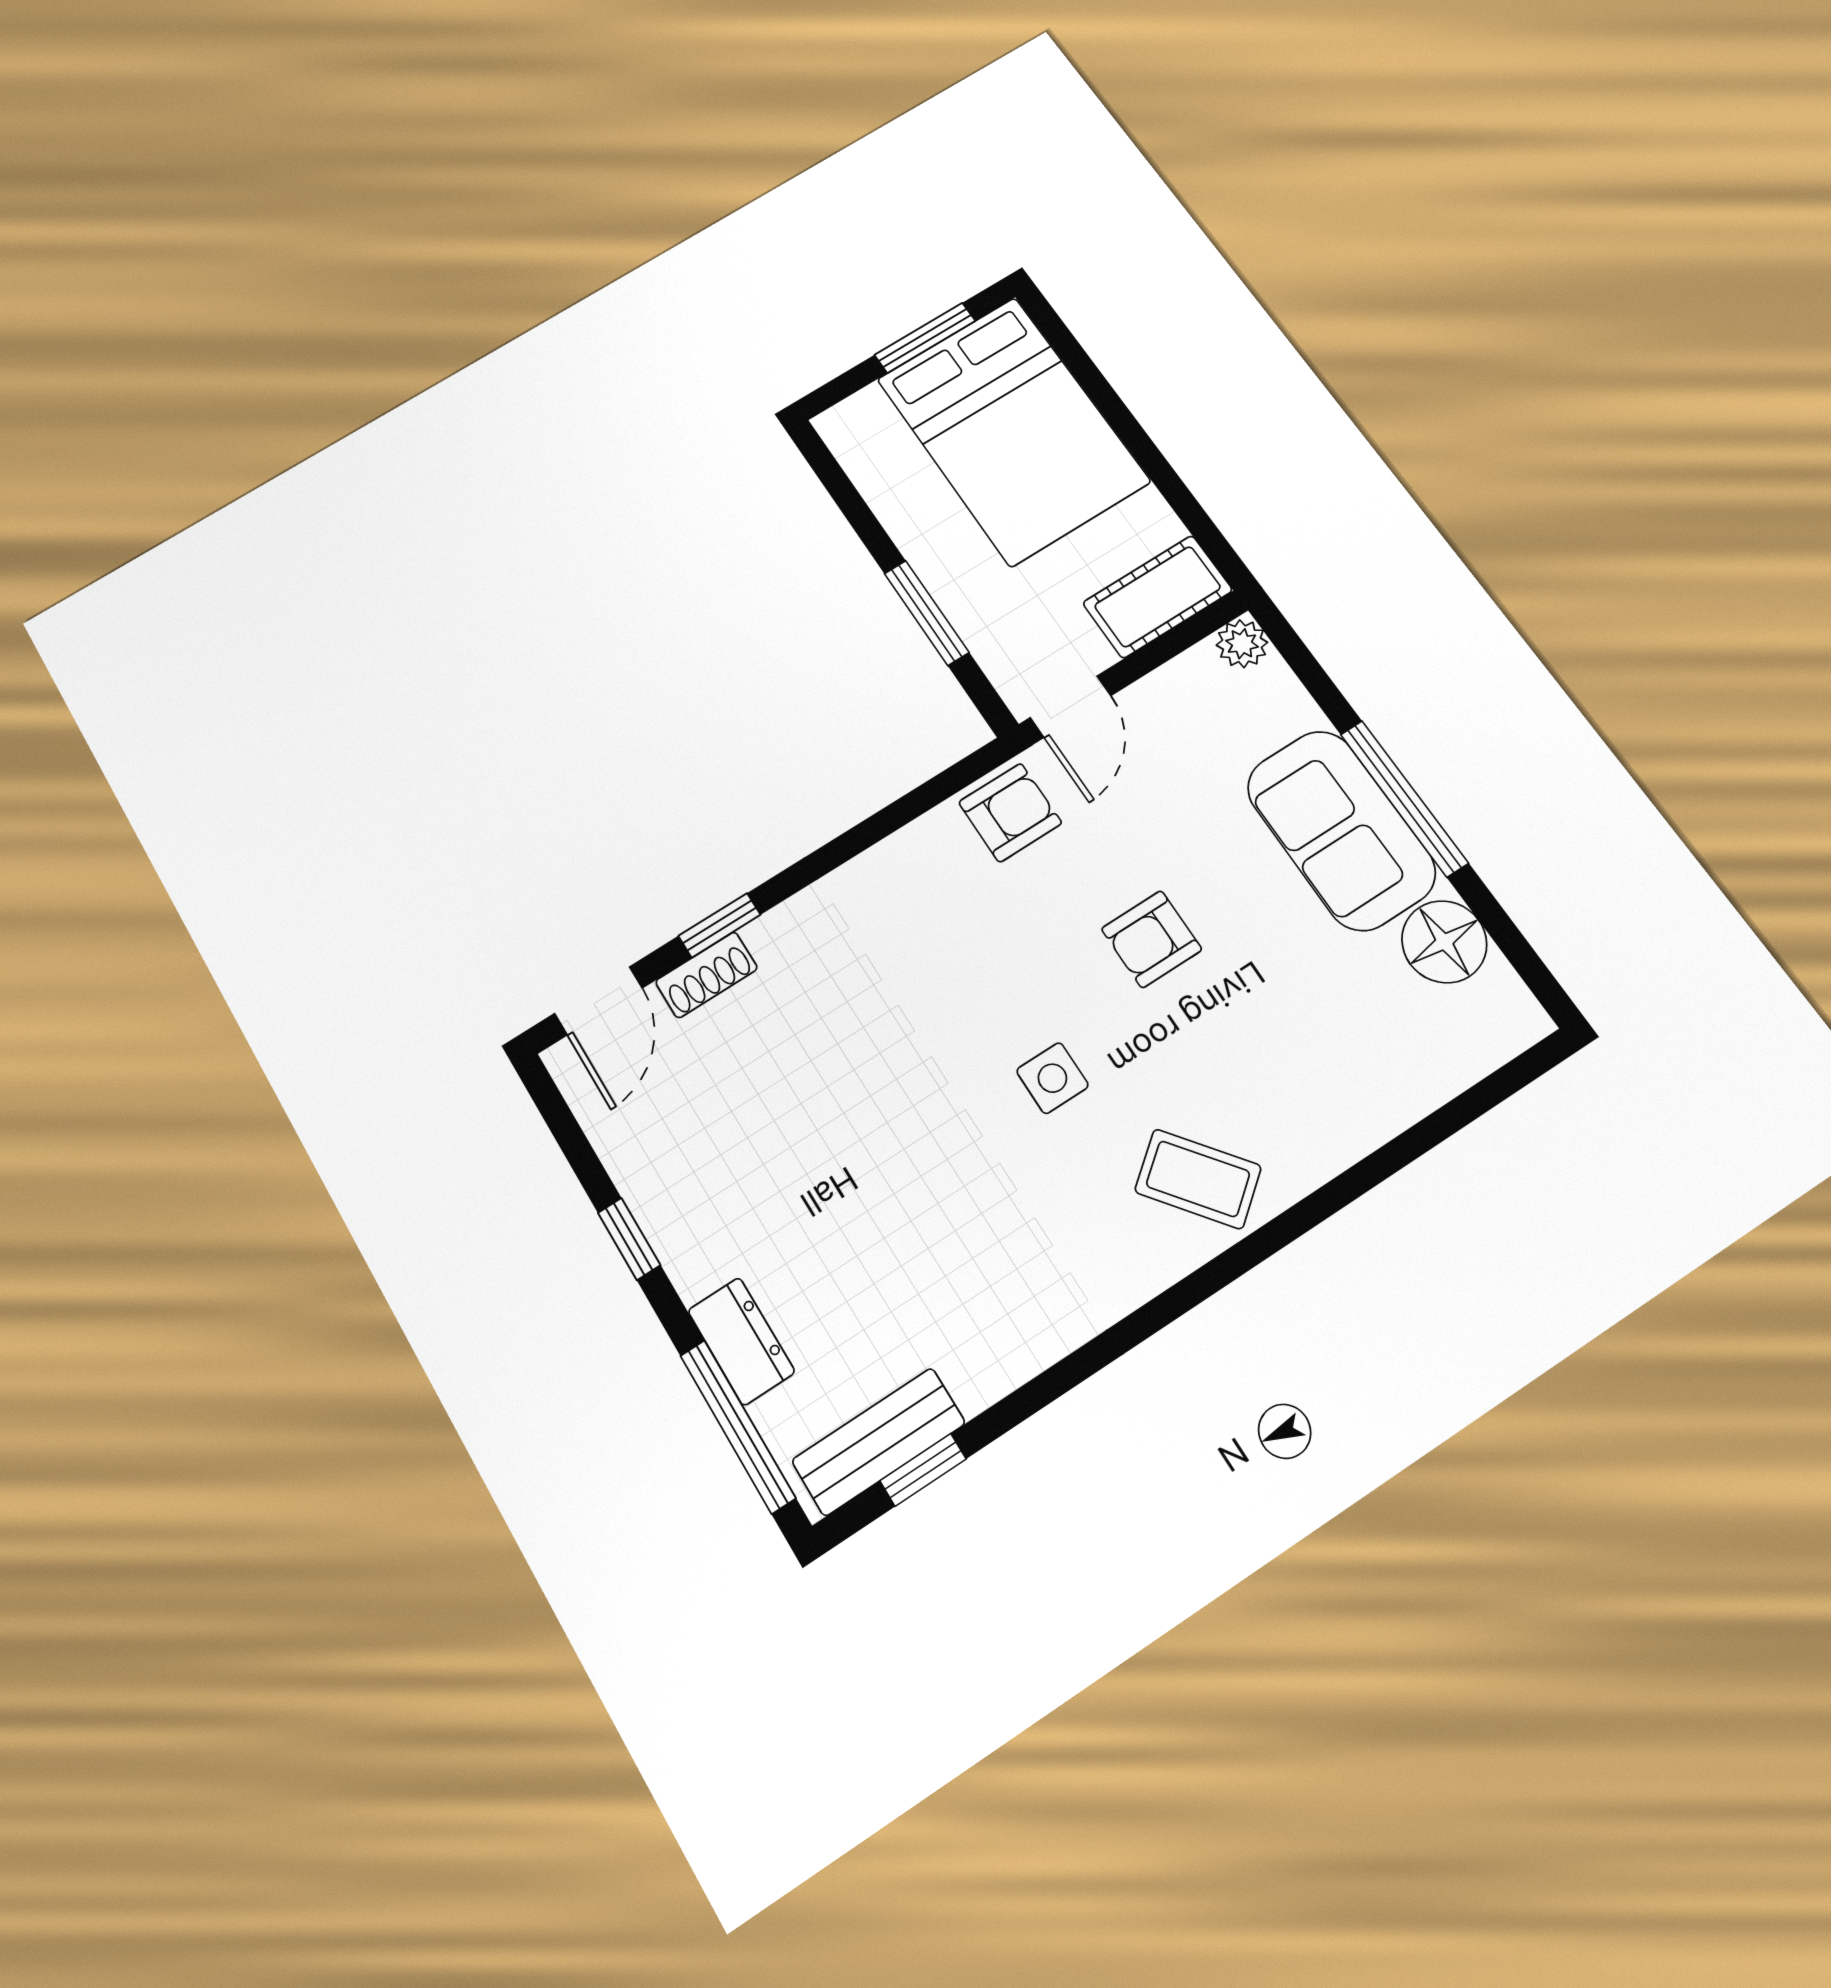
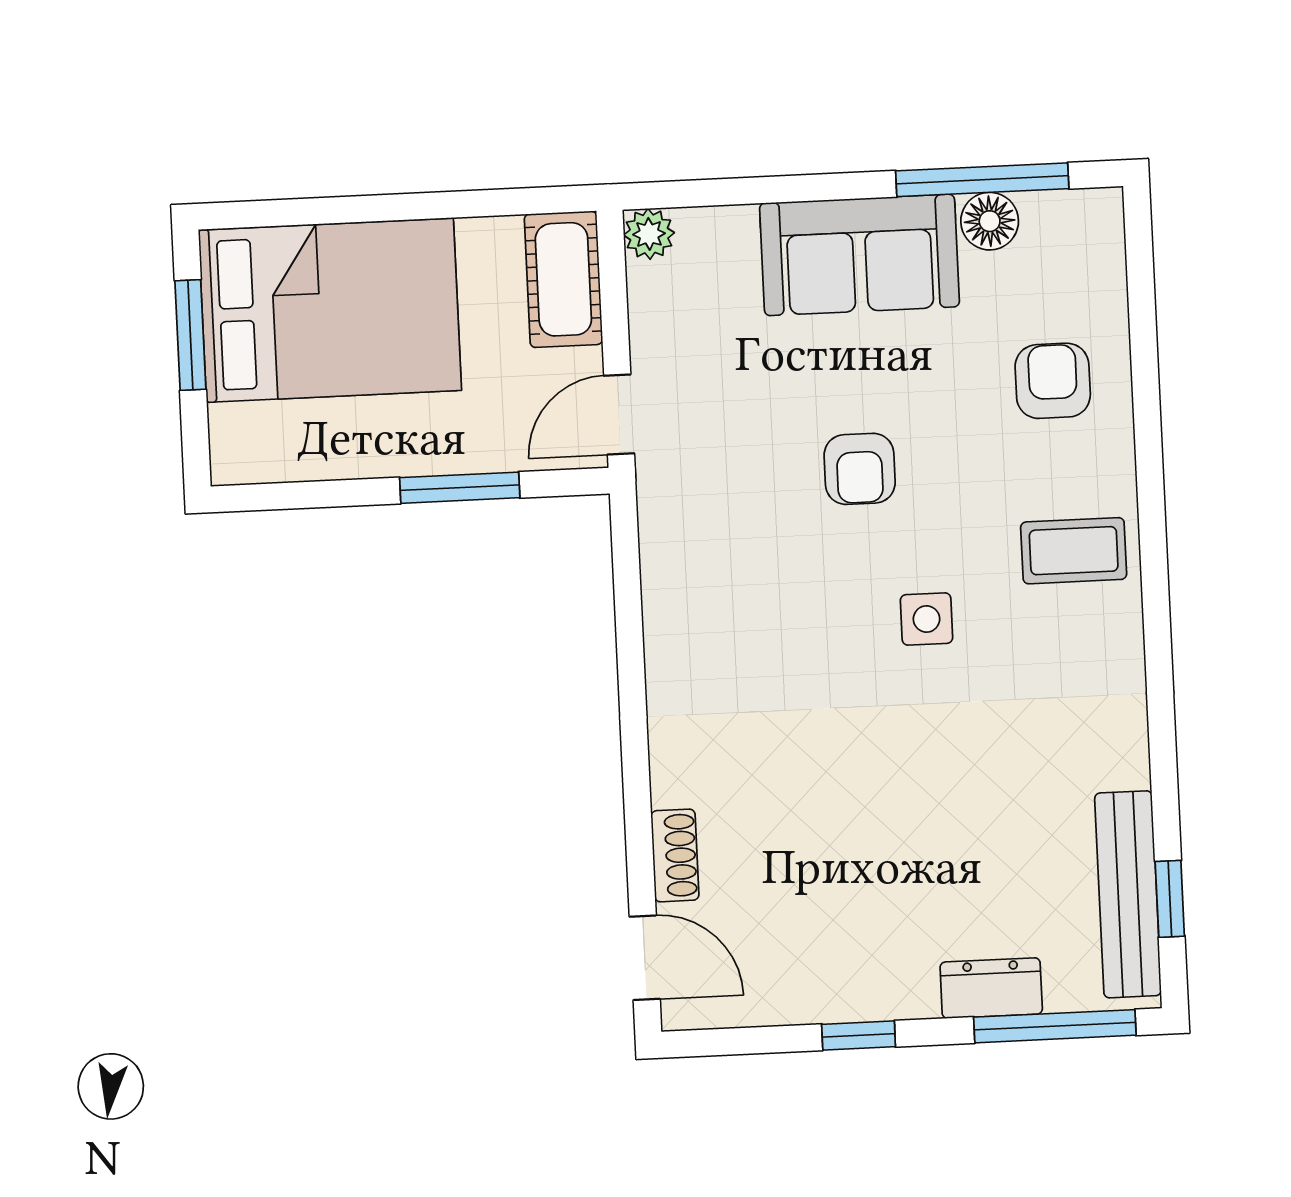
door: (1071, 707) -> (619, 414), swing flipped
window: (1404, 798) -> (982, 180), moved
armchair: (1010, 813) -> (1053, 381), moved
window: (719, 925) -> (638, 822), removed
floor lamp: (1444, 942) -> (990, 221), width x0.73, depth x0.73
coffee table: (1198, 1179) -> (1074, 551), turned 38
bench: (879, 1442) -> (1128, 894), width x1.36

